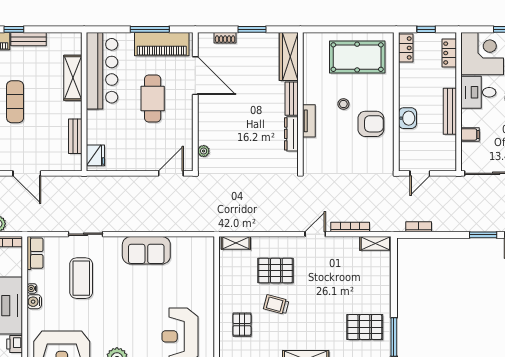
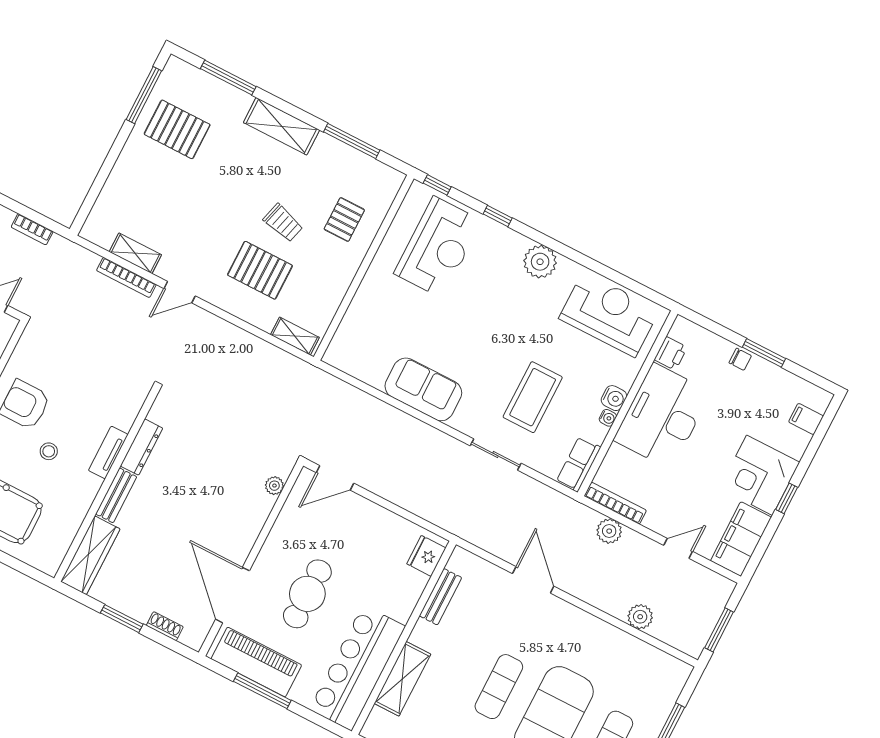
shelving: (375, 243) -> (135, 253), moved

